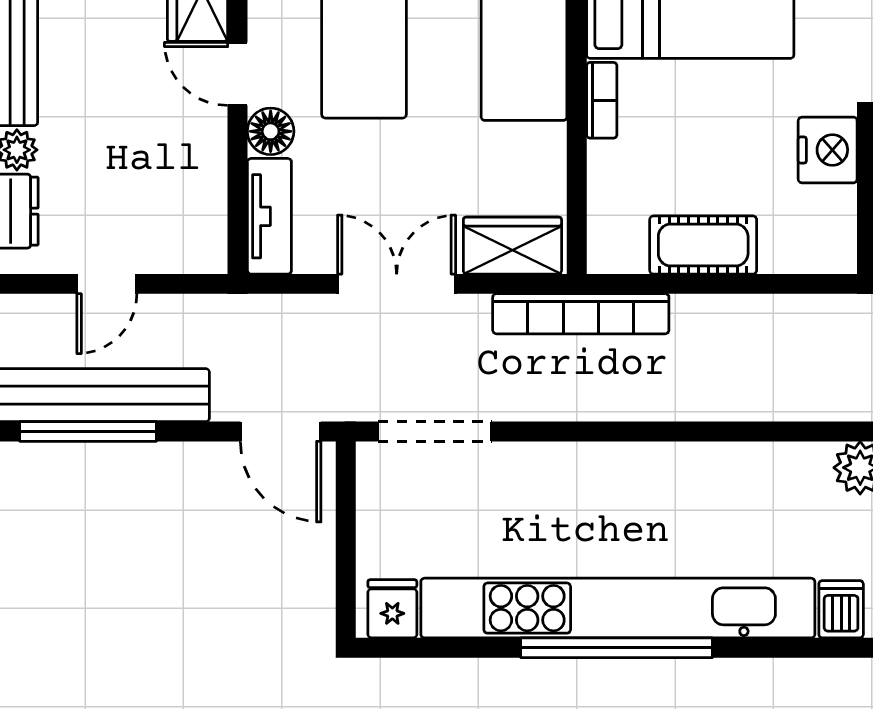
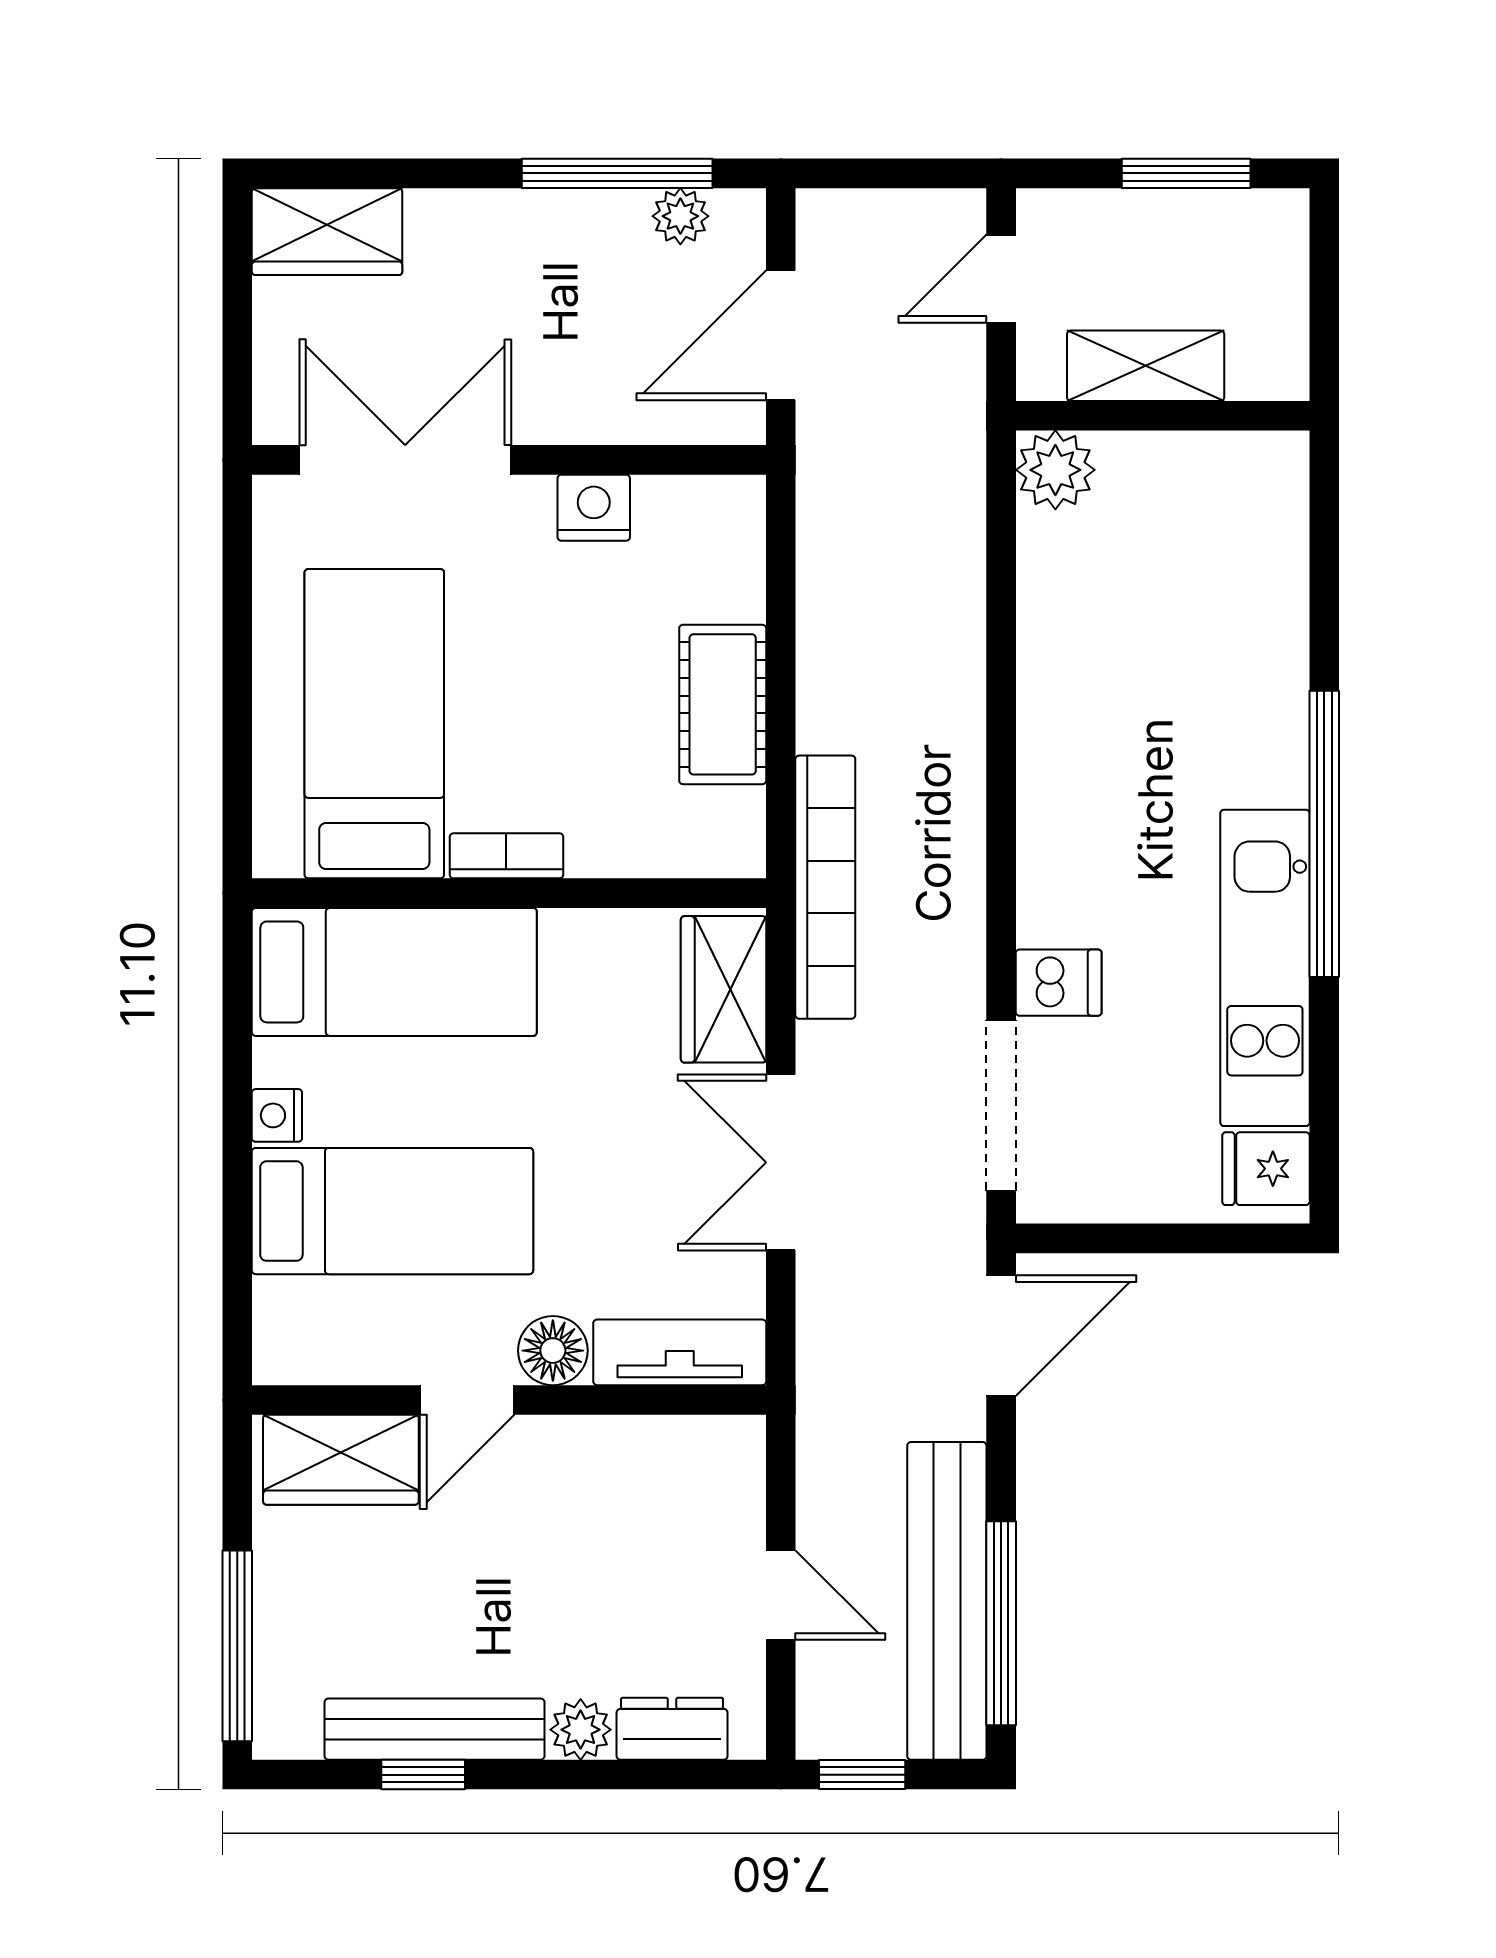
nightstand: (828, 150) -> (594, 508), width x0.74, depth x0.75
kitchen unit: (618, 608) -> (1265, 968), width x0.54
dishwasher: (841, 609) -> (1059, 983), moved, turned 180

